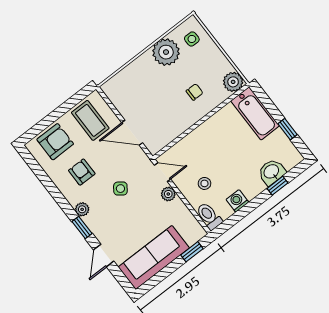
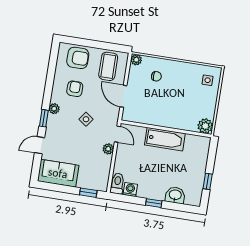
plant: (166, 52) -> (136, 60), moved, width x0.53, depth x0.53
chair: (195, 92) -> (156, 76), moved
bathtub: (255, 113) -> (165, 139), moved, turned -90
stool: (204, 183) -> (133, 164), removed
window: (277, 186) -> (154, 203), moved
washing machine: (237, 201) -> (130, 190), moved
sofa: (154, 257) -> (58, 173), width x0.73

